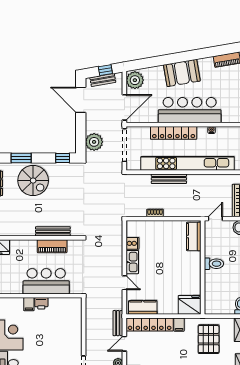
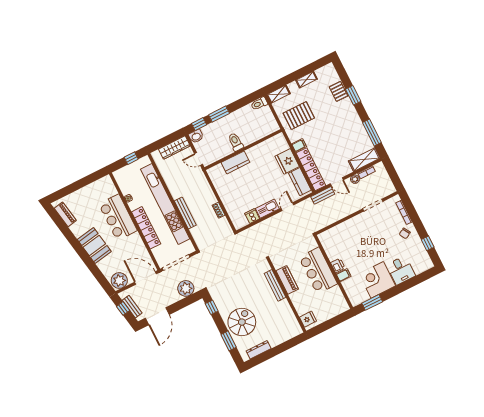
bar counter: (190, 110) -> (118, 217), width x0.73
kitchen counter: (194, 236) -> (235, 162), moved
fridge: (190, 305) -> (287, 161), moved

